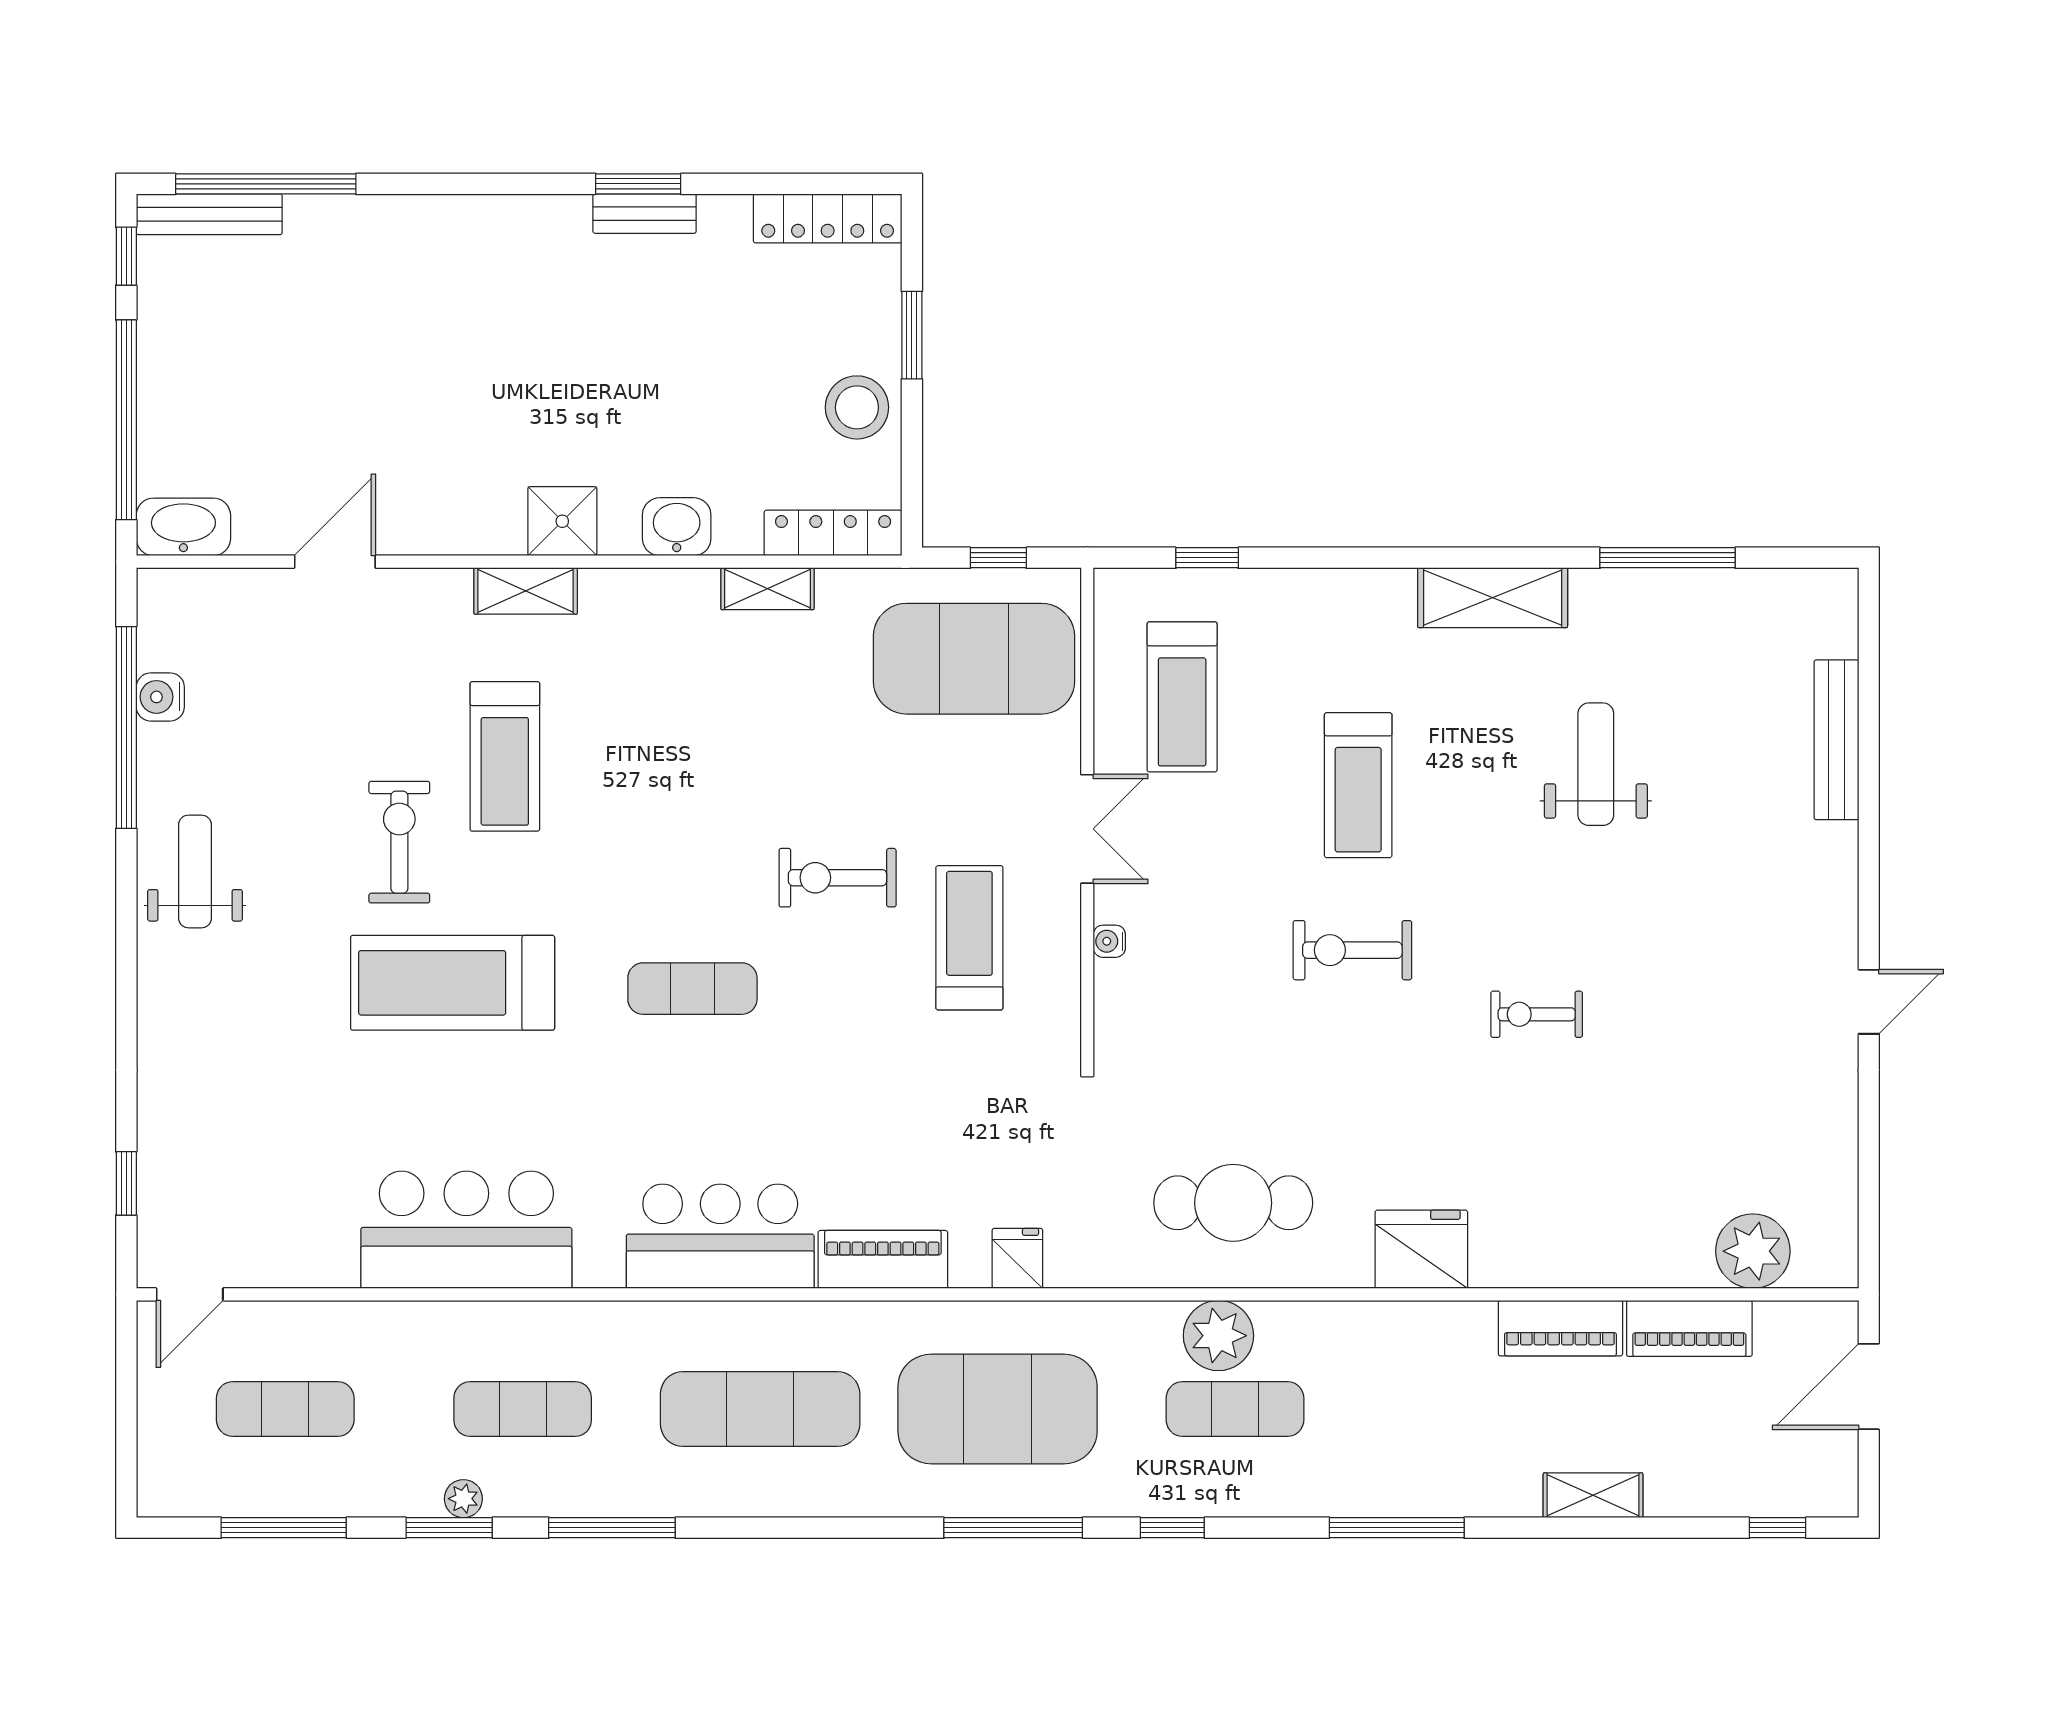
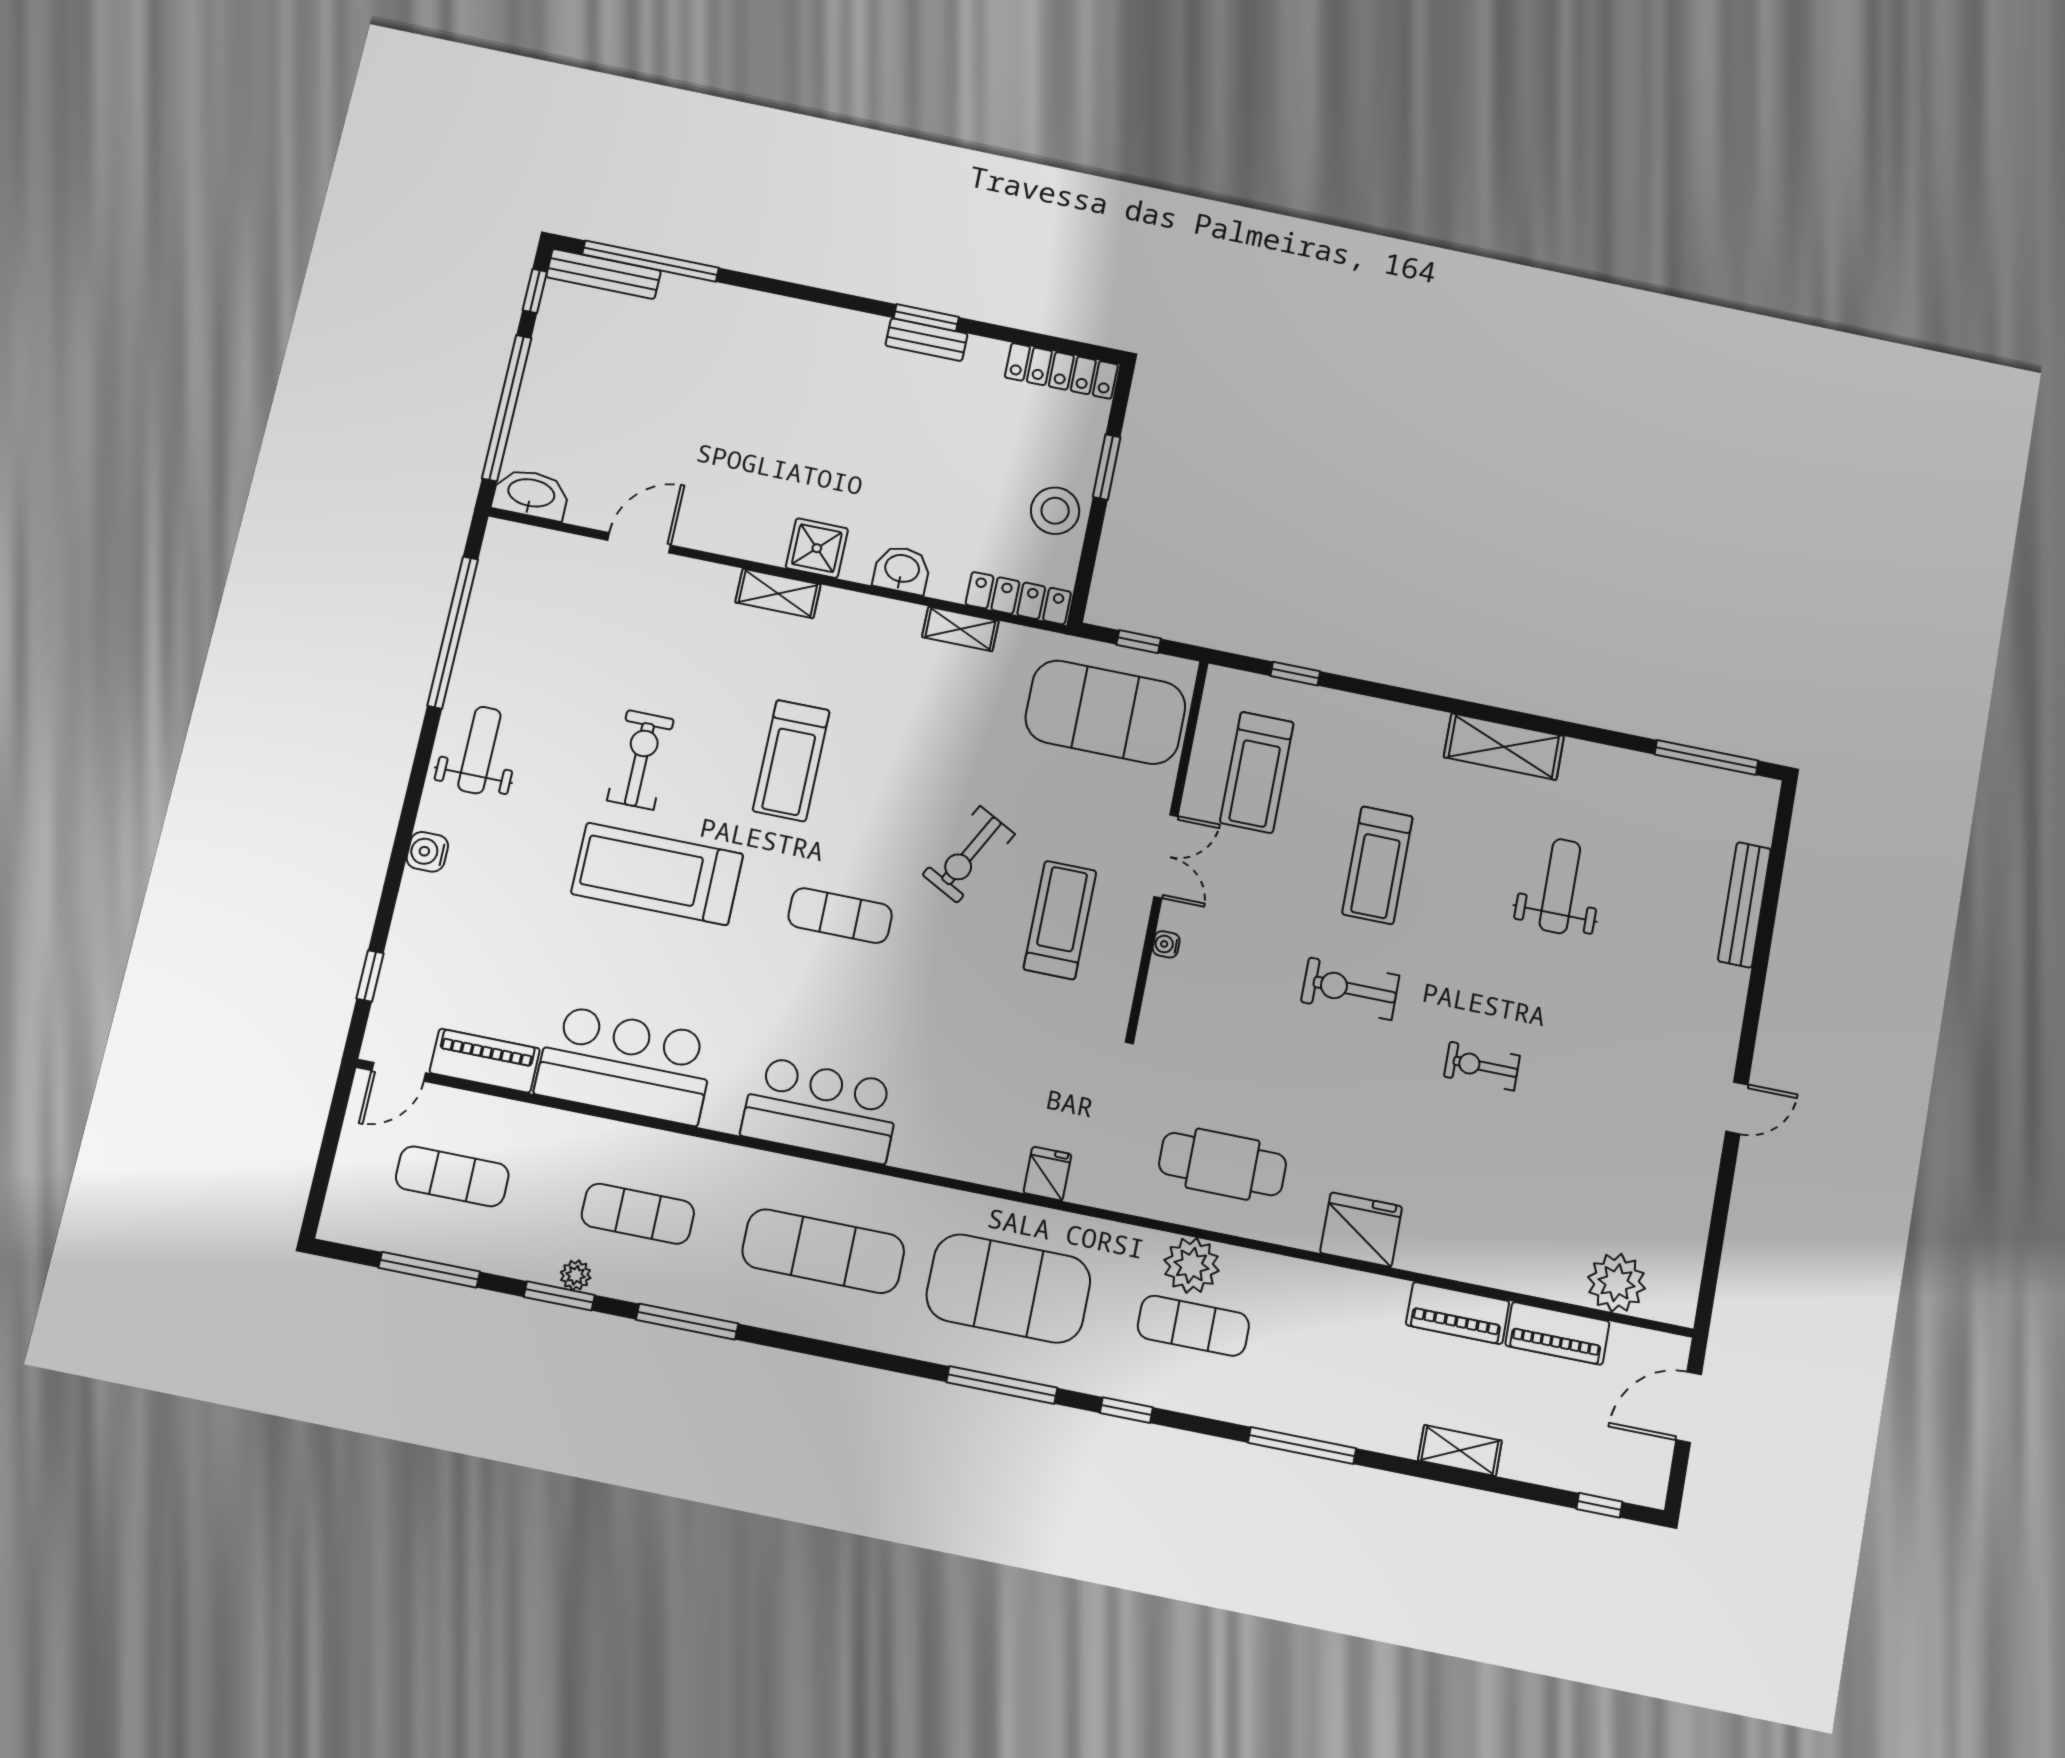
window: (1668, 558) -> (1706, 758), moved
water cooler: (160, 697) -> (427, 852), moved
treadmill: (505, 756) -> (791, 761), moved
exercise bike: (838, 878) -> (969, 854), turned -62
piano: (883, 1259) -> (485, 1061), moved

